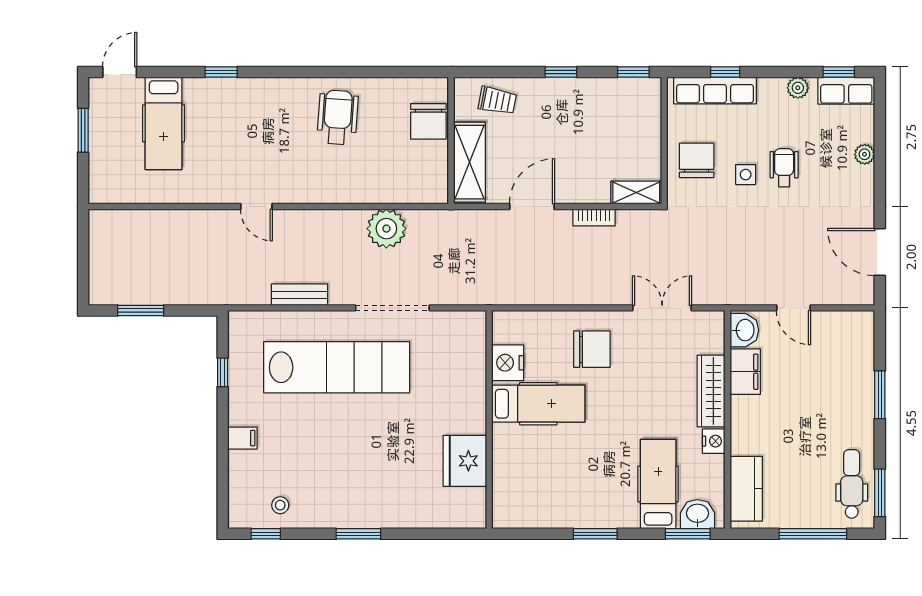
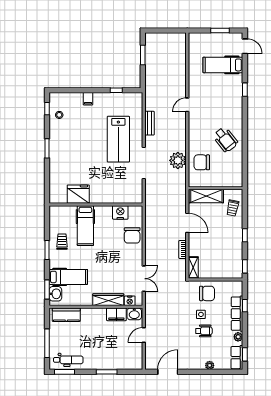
row of seats: (715, 90) -> (237, 314), moved
wheelchair: (338, 117) -> (225, 140), turned 48
chair: (428, 121) -> (202, 162), moved
chair: (592, 349) -> (132, 235), moved
lab bench: (337, 367) -> (118, 139), width x0.73
hospital bed: (538, 404) -> (85, 226), moved
nightstand: (714, 441) -> (130, 301), moved
trolley: (576, 499) -> (62, 242), added

